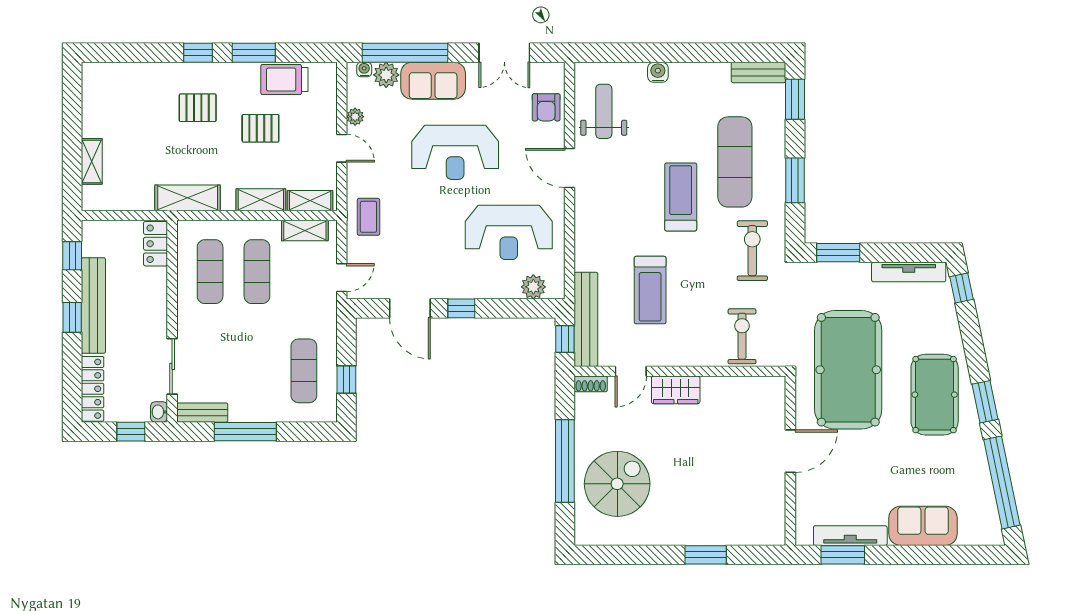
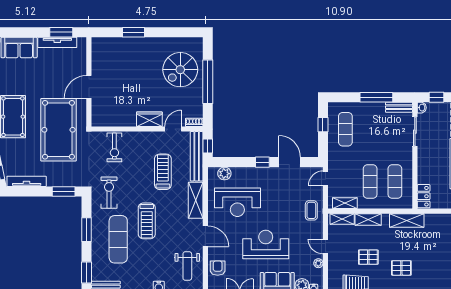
reception desk: (509, 232) -> (237, 202), turned 180
shelving: (588, 236) -> (196, 200), added
exercise bike: (752, 251) -> (109, 193), turned 180

